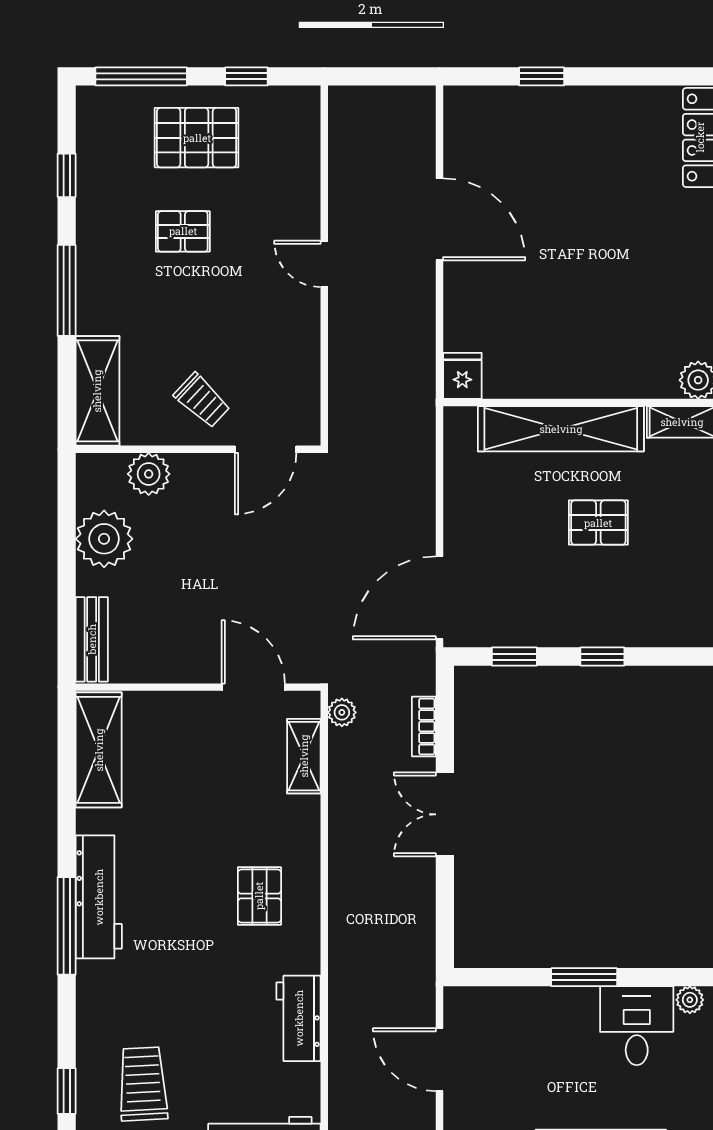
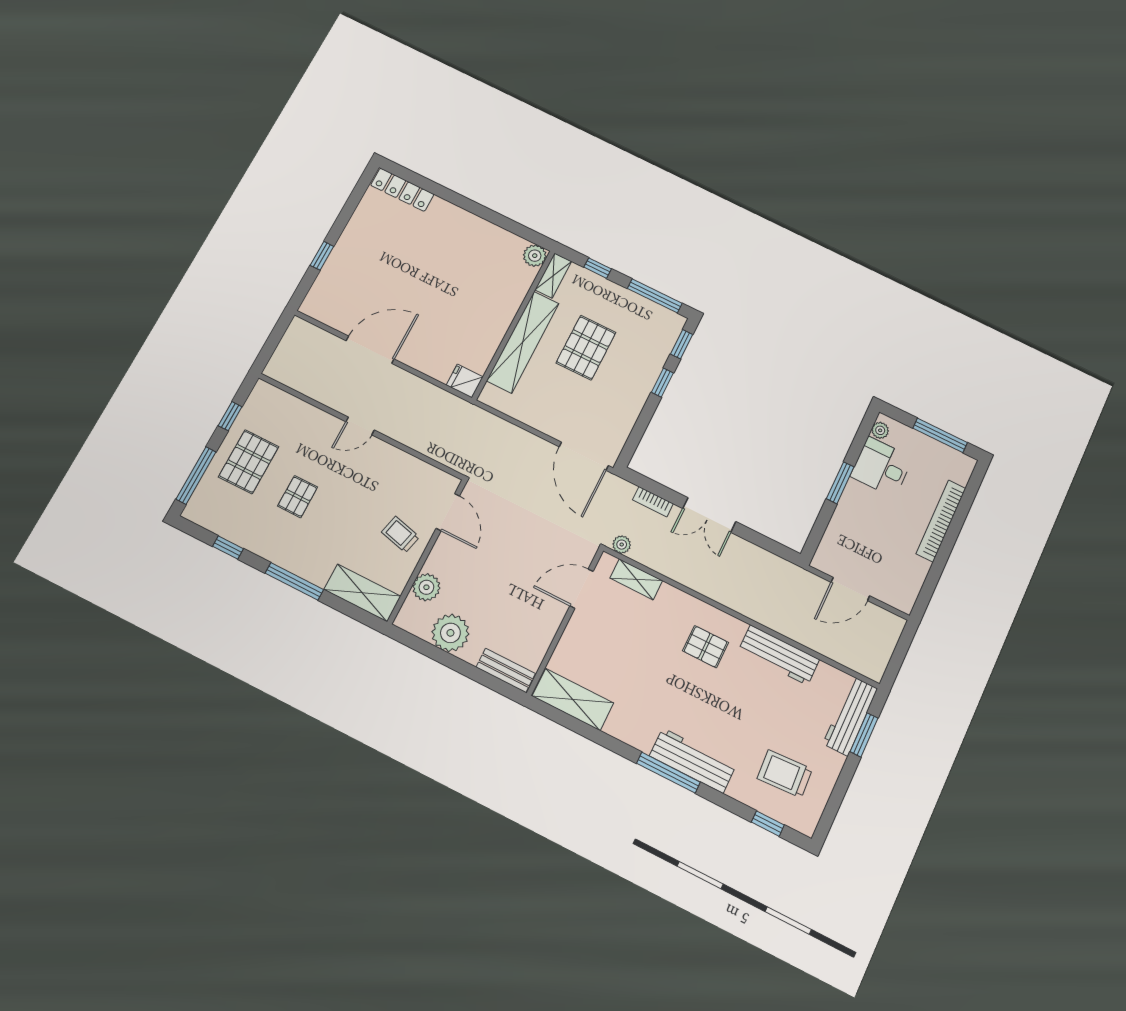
trolley: (202, 400) -> (400, 534), turned -119
pallet: (598, 523) -> (586, 348), width x1.50, depth x1.42
window: (514, 657) -> (682, 344), moved
workbench: (99, 897) -> (693, 761), moved
workbench: (299, 1018) -> (779, 655), width x1.38

